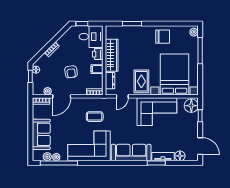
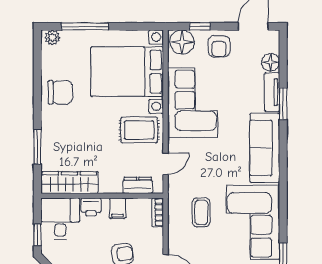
chair: (163, 37) -> (60, 92), turned 90
wardrobe: (112, 55) -> (69, 183), moved
door: (122, 96) -> (166, 164), hinge flipped
armchair: (189, 127) -> (219, 46), added

